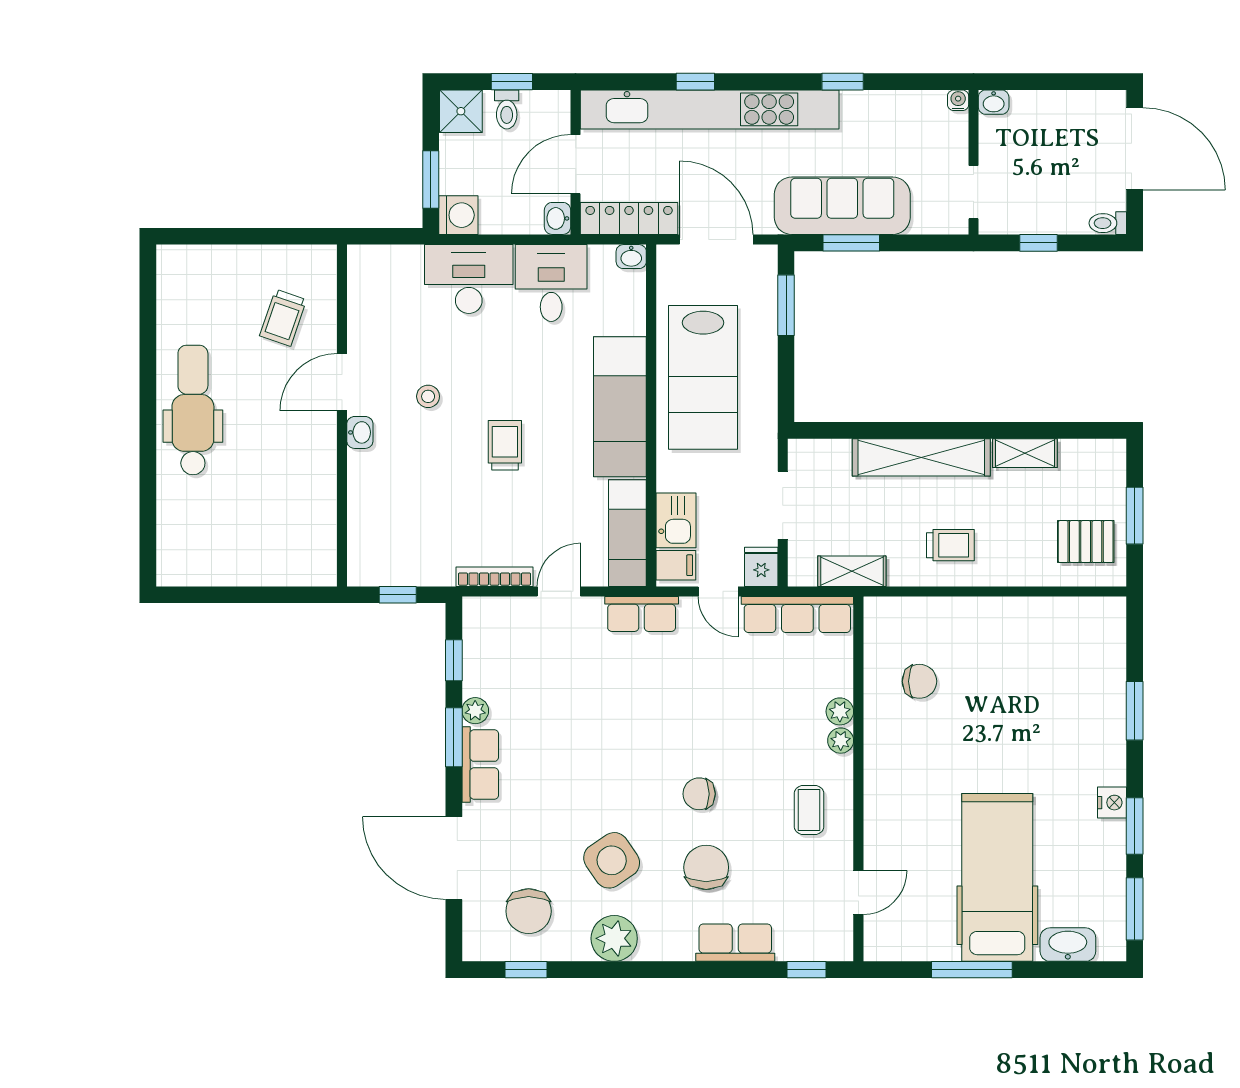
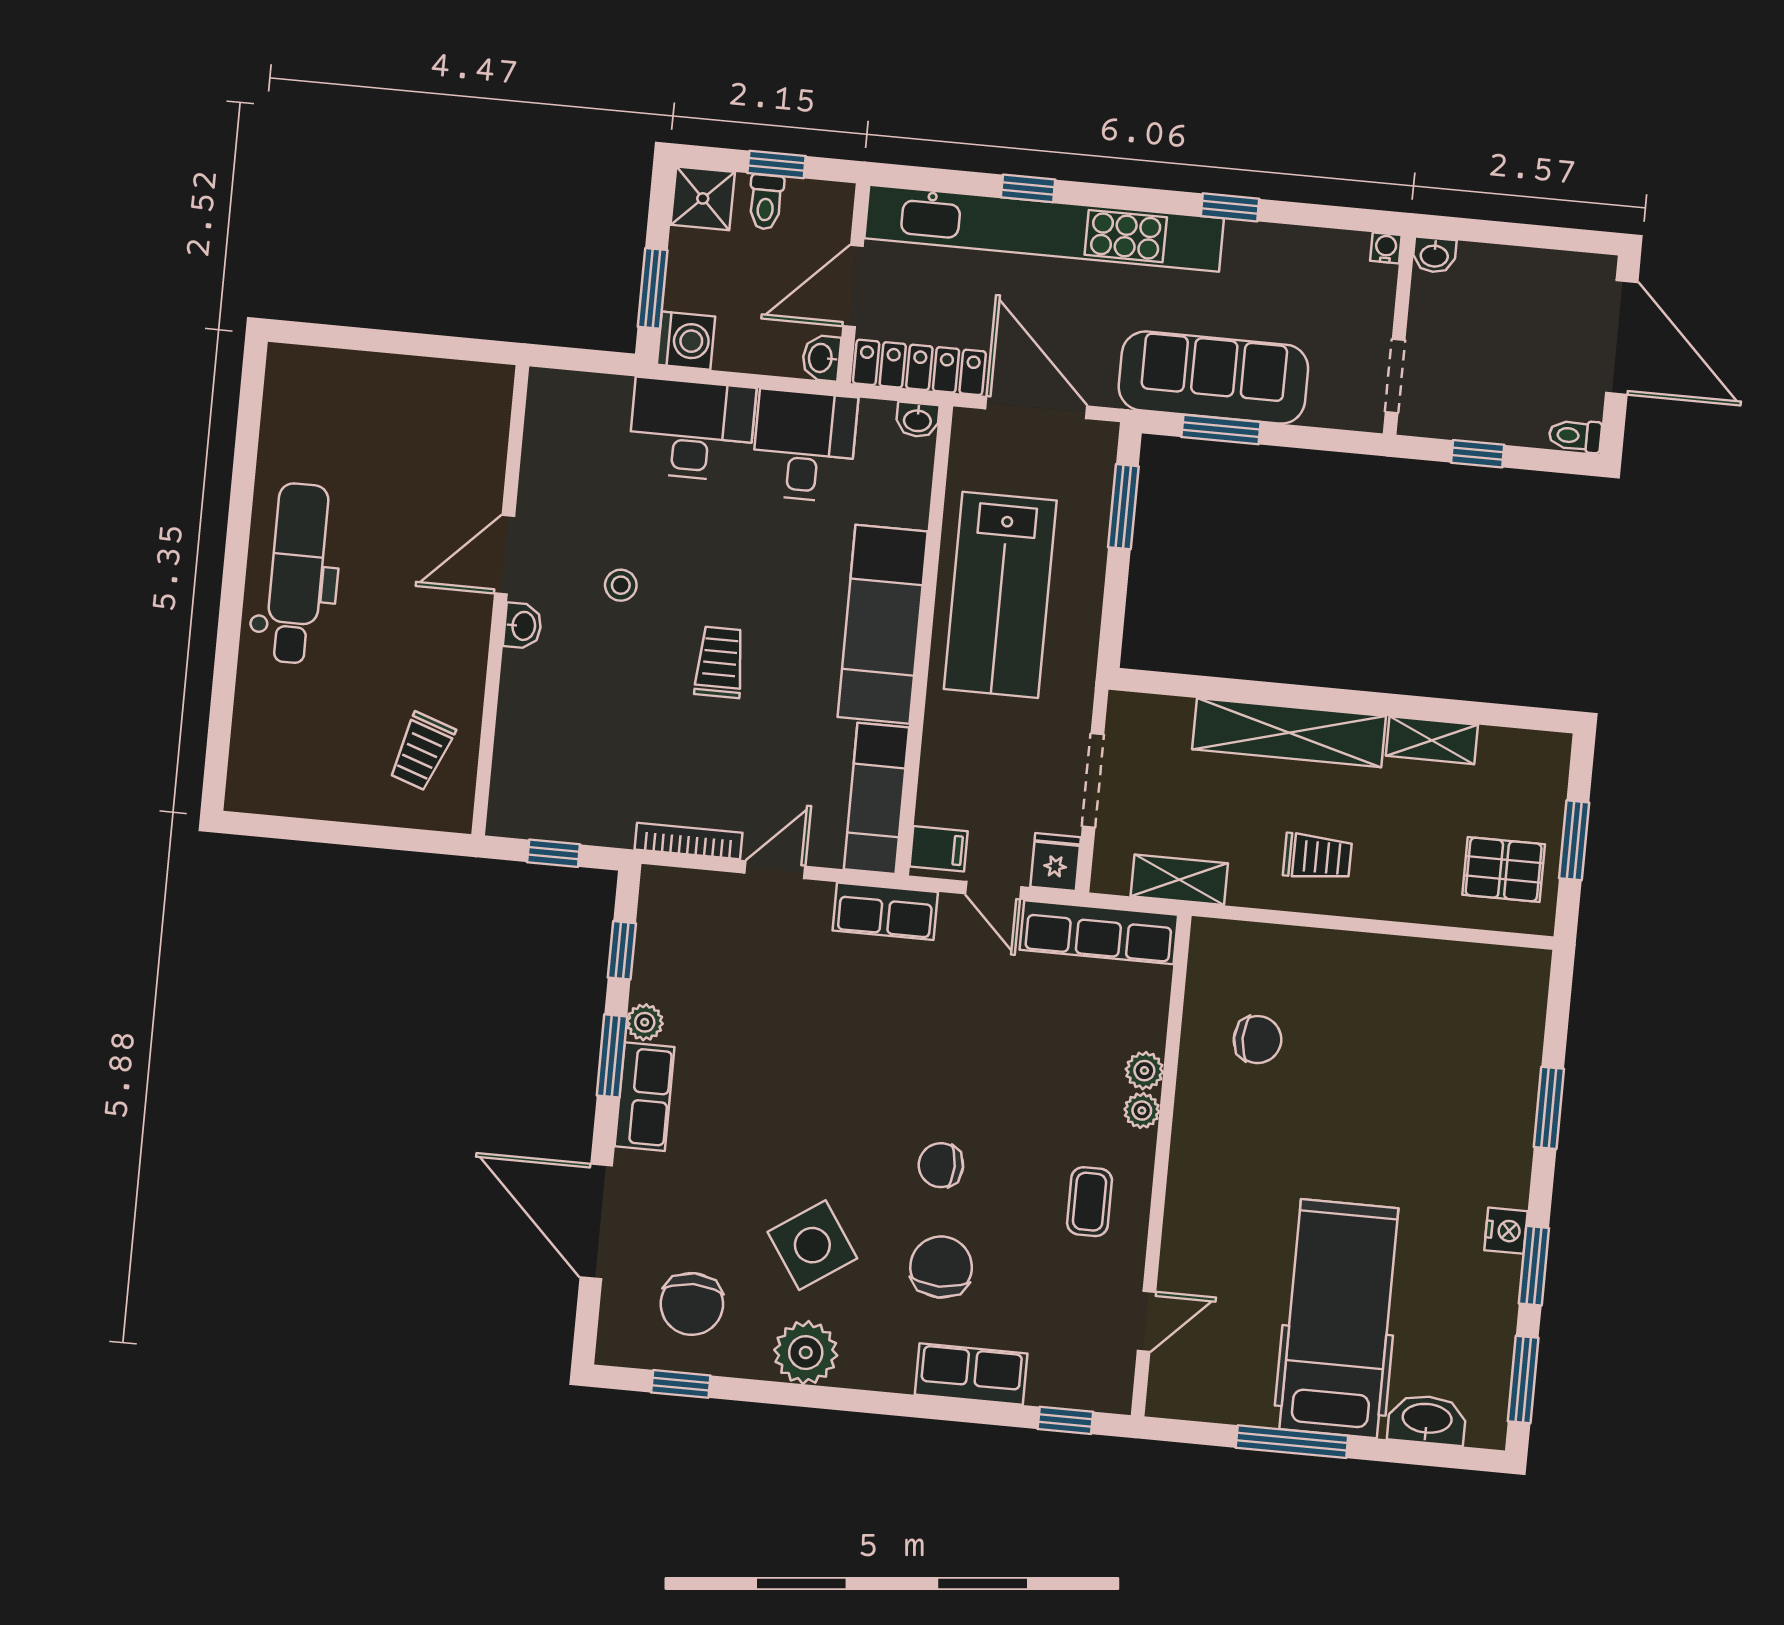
trolley: (283, 318) -> (422, 751), moved
kitchen sink: (676, 520) -> (945, 787), removed

